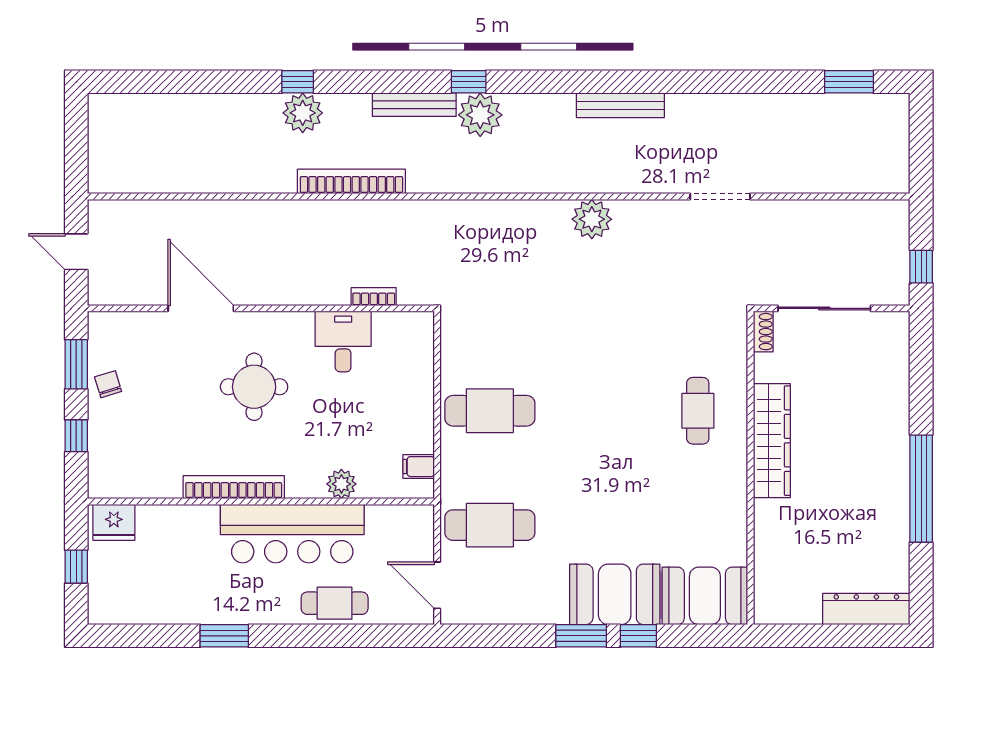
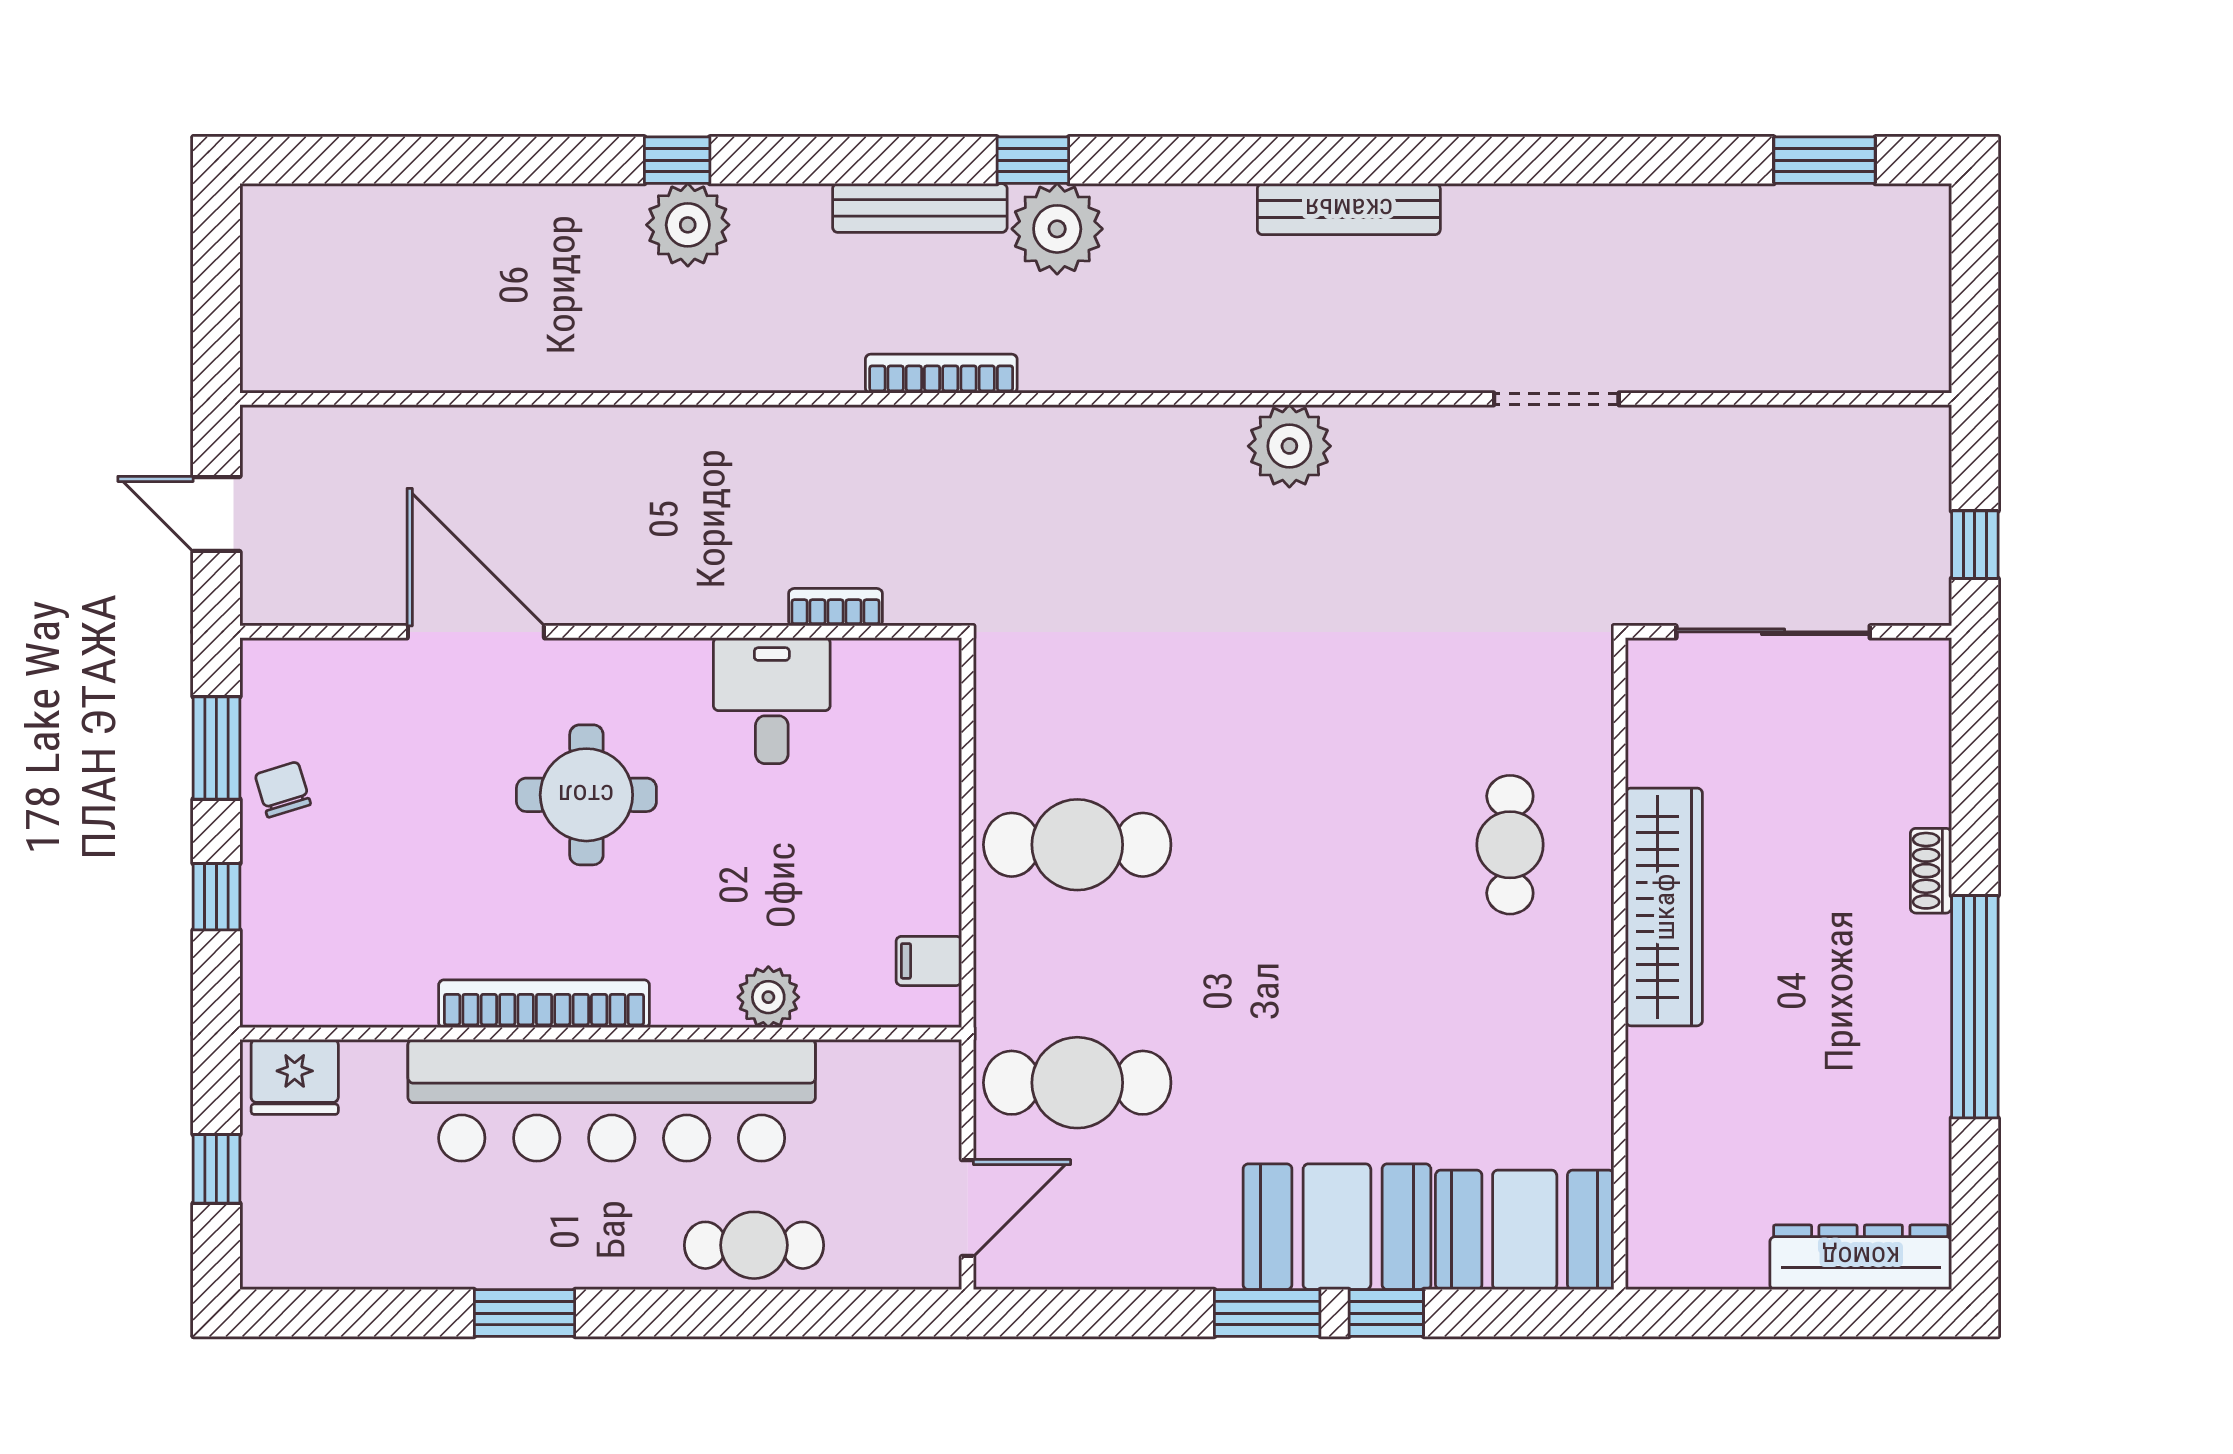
bookcase: (351, 181) -> (941, 374), moved, width x0.68, depth x0.76
shoe rack: (763, 332) -> (1931, 871), moved, turned 180
bar counter: (292, 534) -> (612, 1100), width x1.36
door: (437, 585) -> (968, 1208), swing flipped

